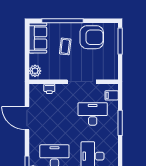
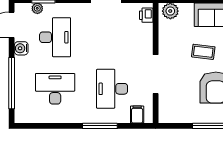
printer: (49, 89) -> (146, 15), moved
desk: (93, 114) -> (112, 89), turned 180

